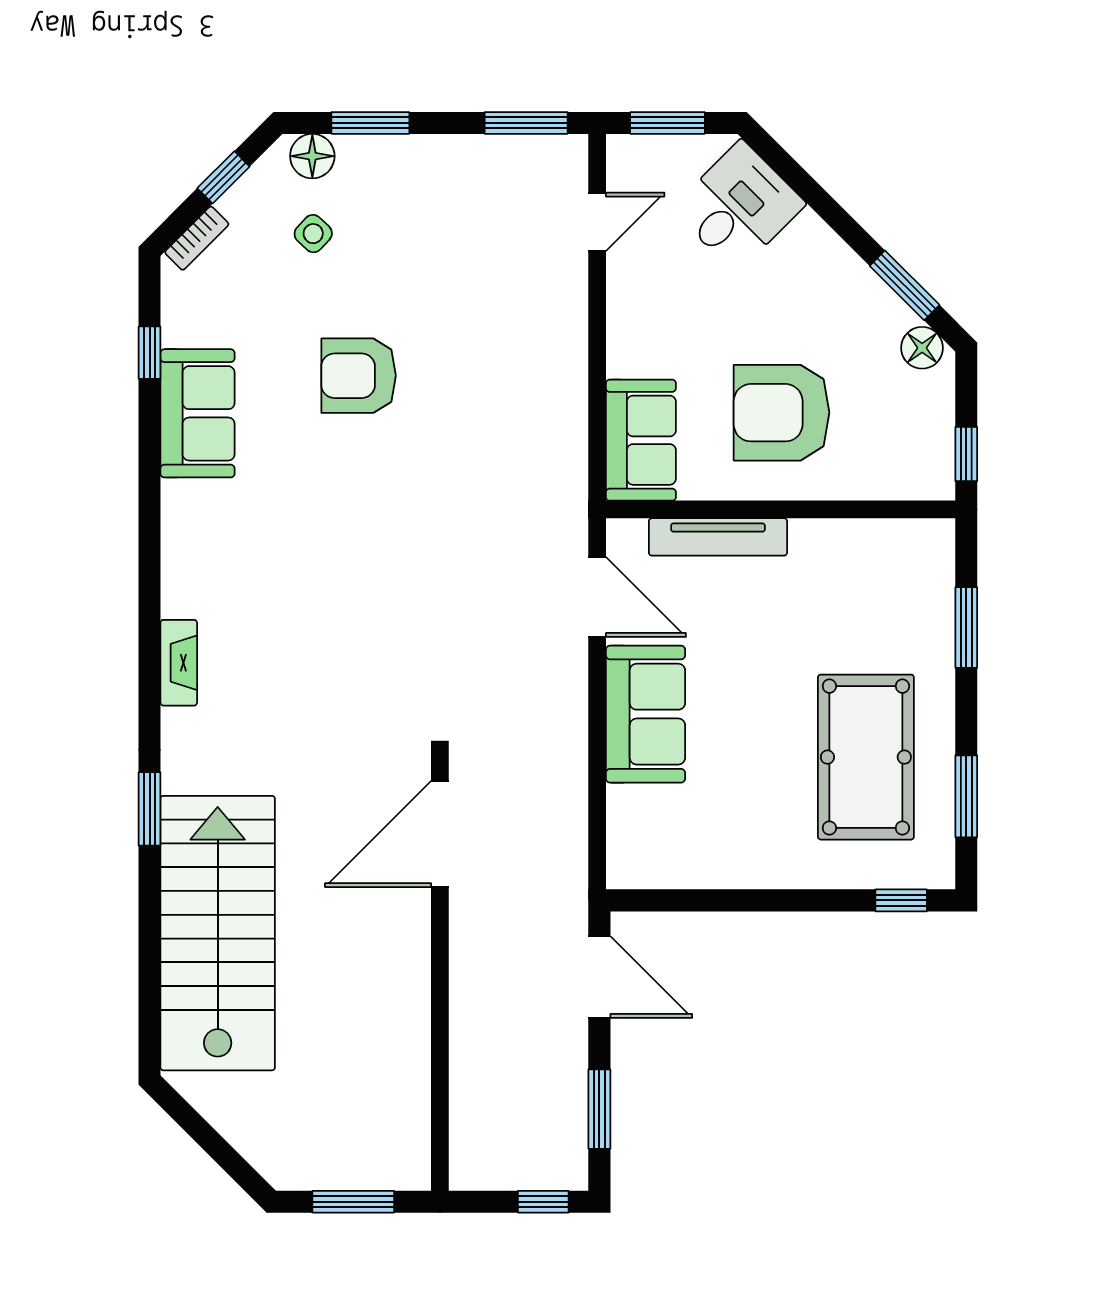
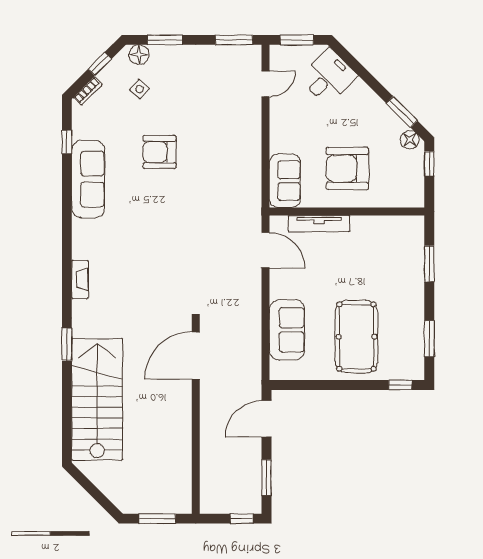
sofa: (197, 413) -> (88, 179), width x1.36
window: (966, 454) -> (429, 164), moved
sofa: (646, 714) -> (287, 330), moved
pool table: (866, 757) -> (356, 337), moved
door: (599, 977) -> (266, 419), swing flipped

